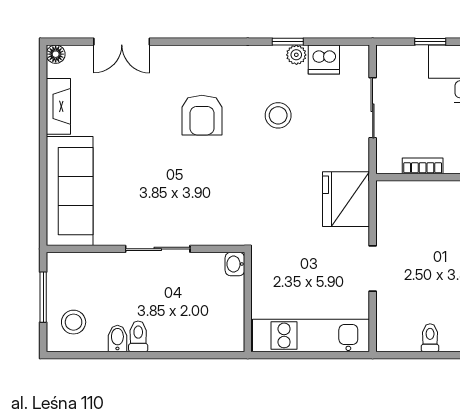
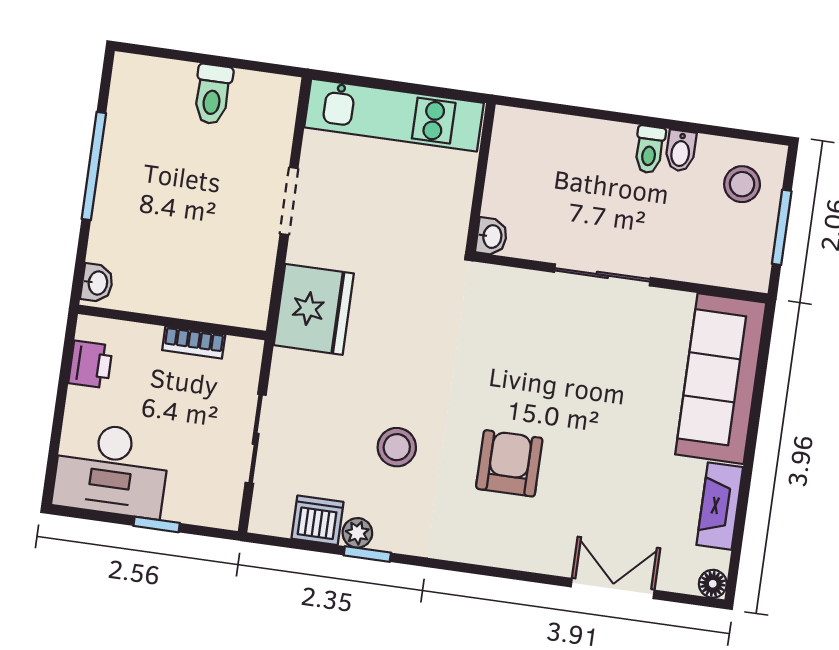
toilet: (430, 338) -> (213, 94), width x1.37, depth x1.39

